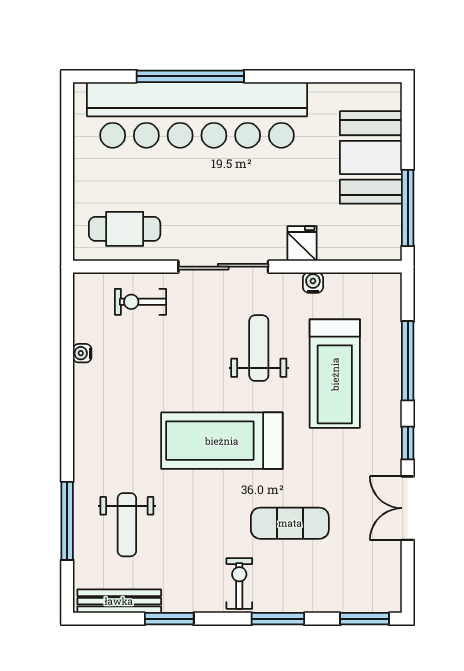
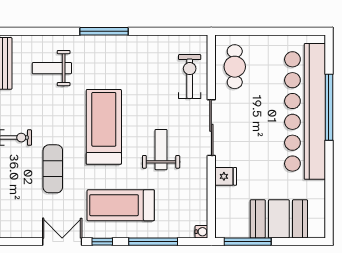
water cooler: (313, 283) -> (201, 232), moved
exercise bike: (140, 302) -> (190, 77), width x1.38, depth x1.39
weight bench: (259, 348) -> (161, 150), turned -90
water cooler: (82, 353) -> (158, 40), removed
treadmill: (335, 374) -> (121, 205), moved
window: (67, 521) -> (104, 31), moved

